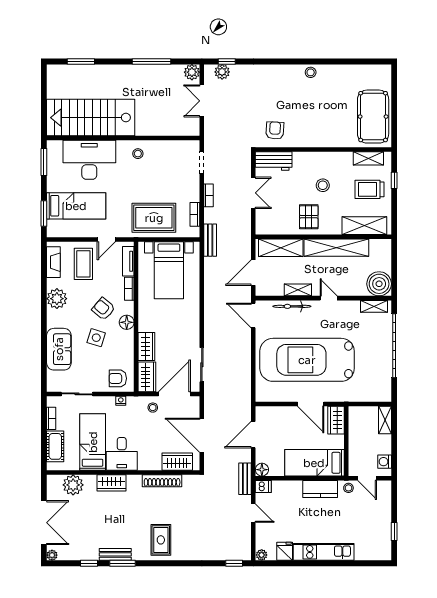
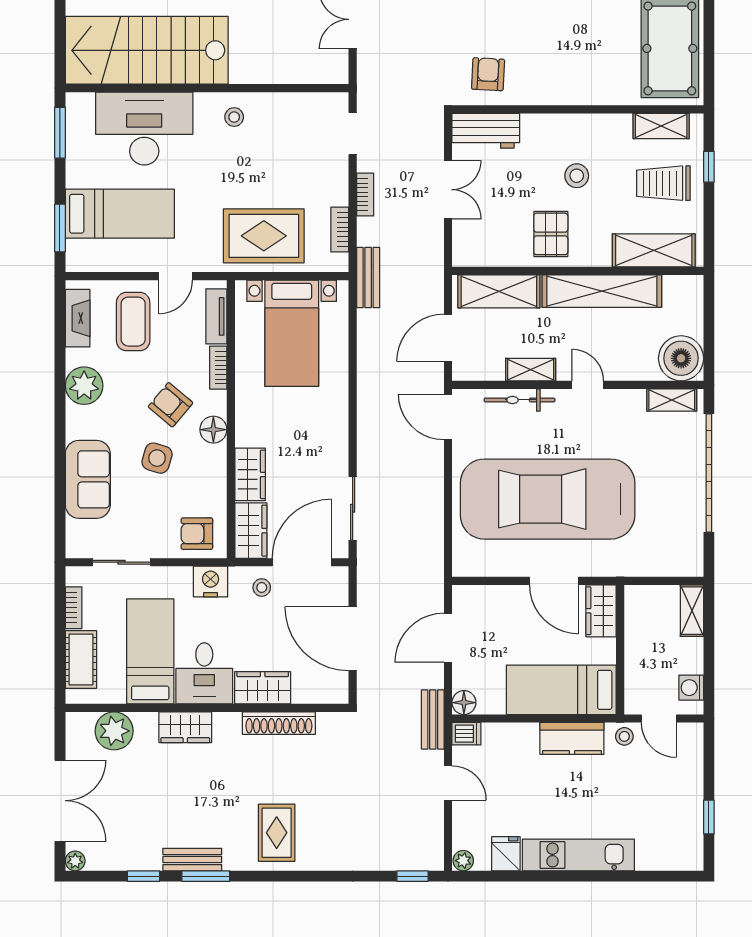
nightstand: (121, 401) -> (211, 582), width x1.89, depth x1.79
wardrobe: (177, 462) -> (263, 688), moved

